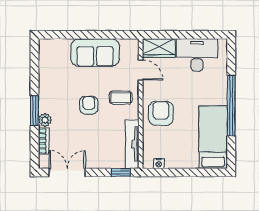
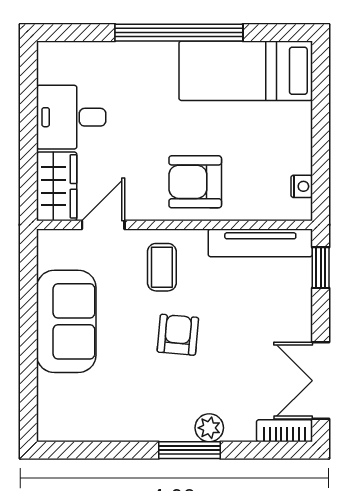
desk: (197, 55) -> (71, 117), width x0.73
armchair: (89, 105) -> (178, 335), turned 95
bookcase: (44, 141) -> (284, 431), moved

